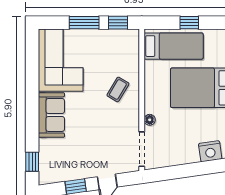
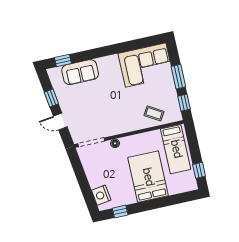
window: (189, 23) -> (199, 170), moved
coffee table: (118, 89) -> (154, 113), moved
sofa: (51, 115) -> (80, 72), moved

